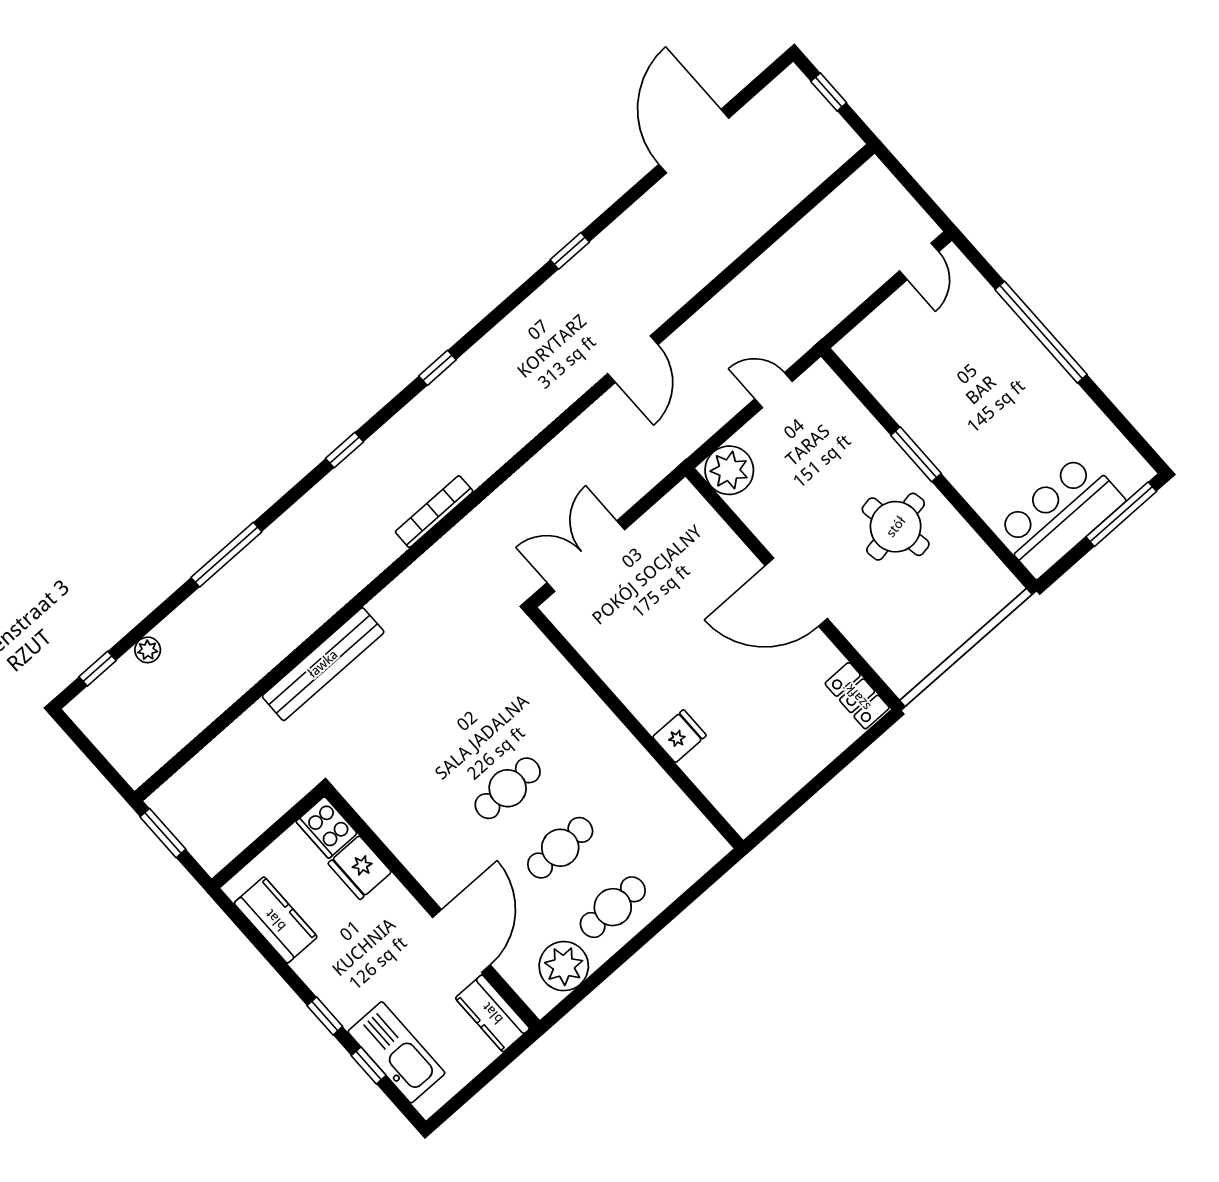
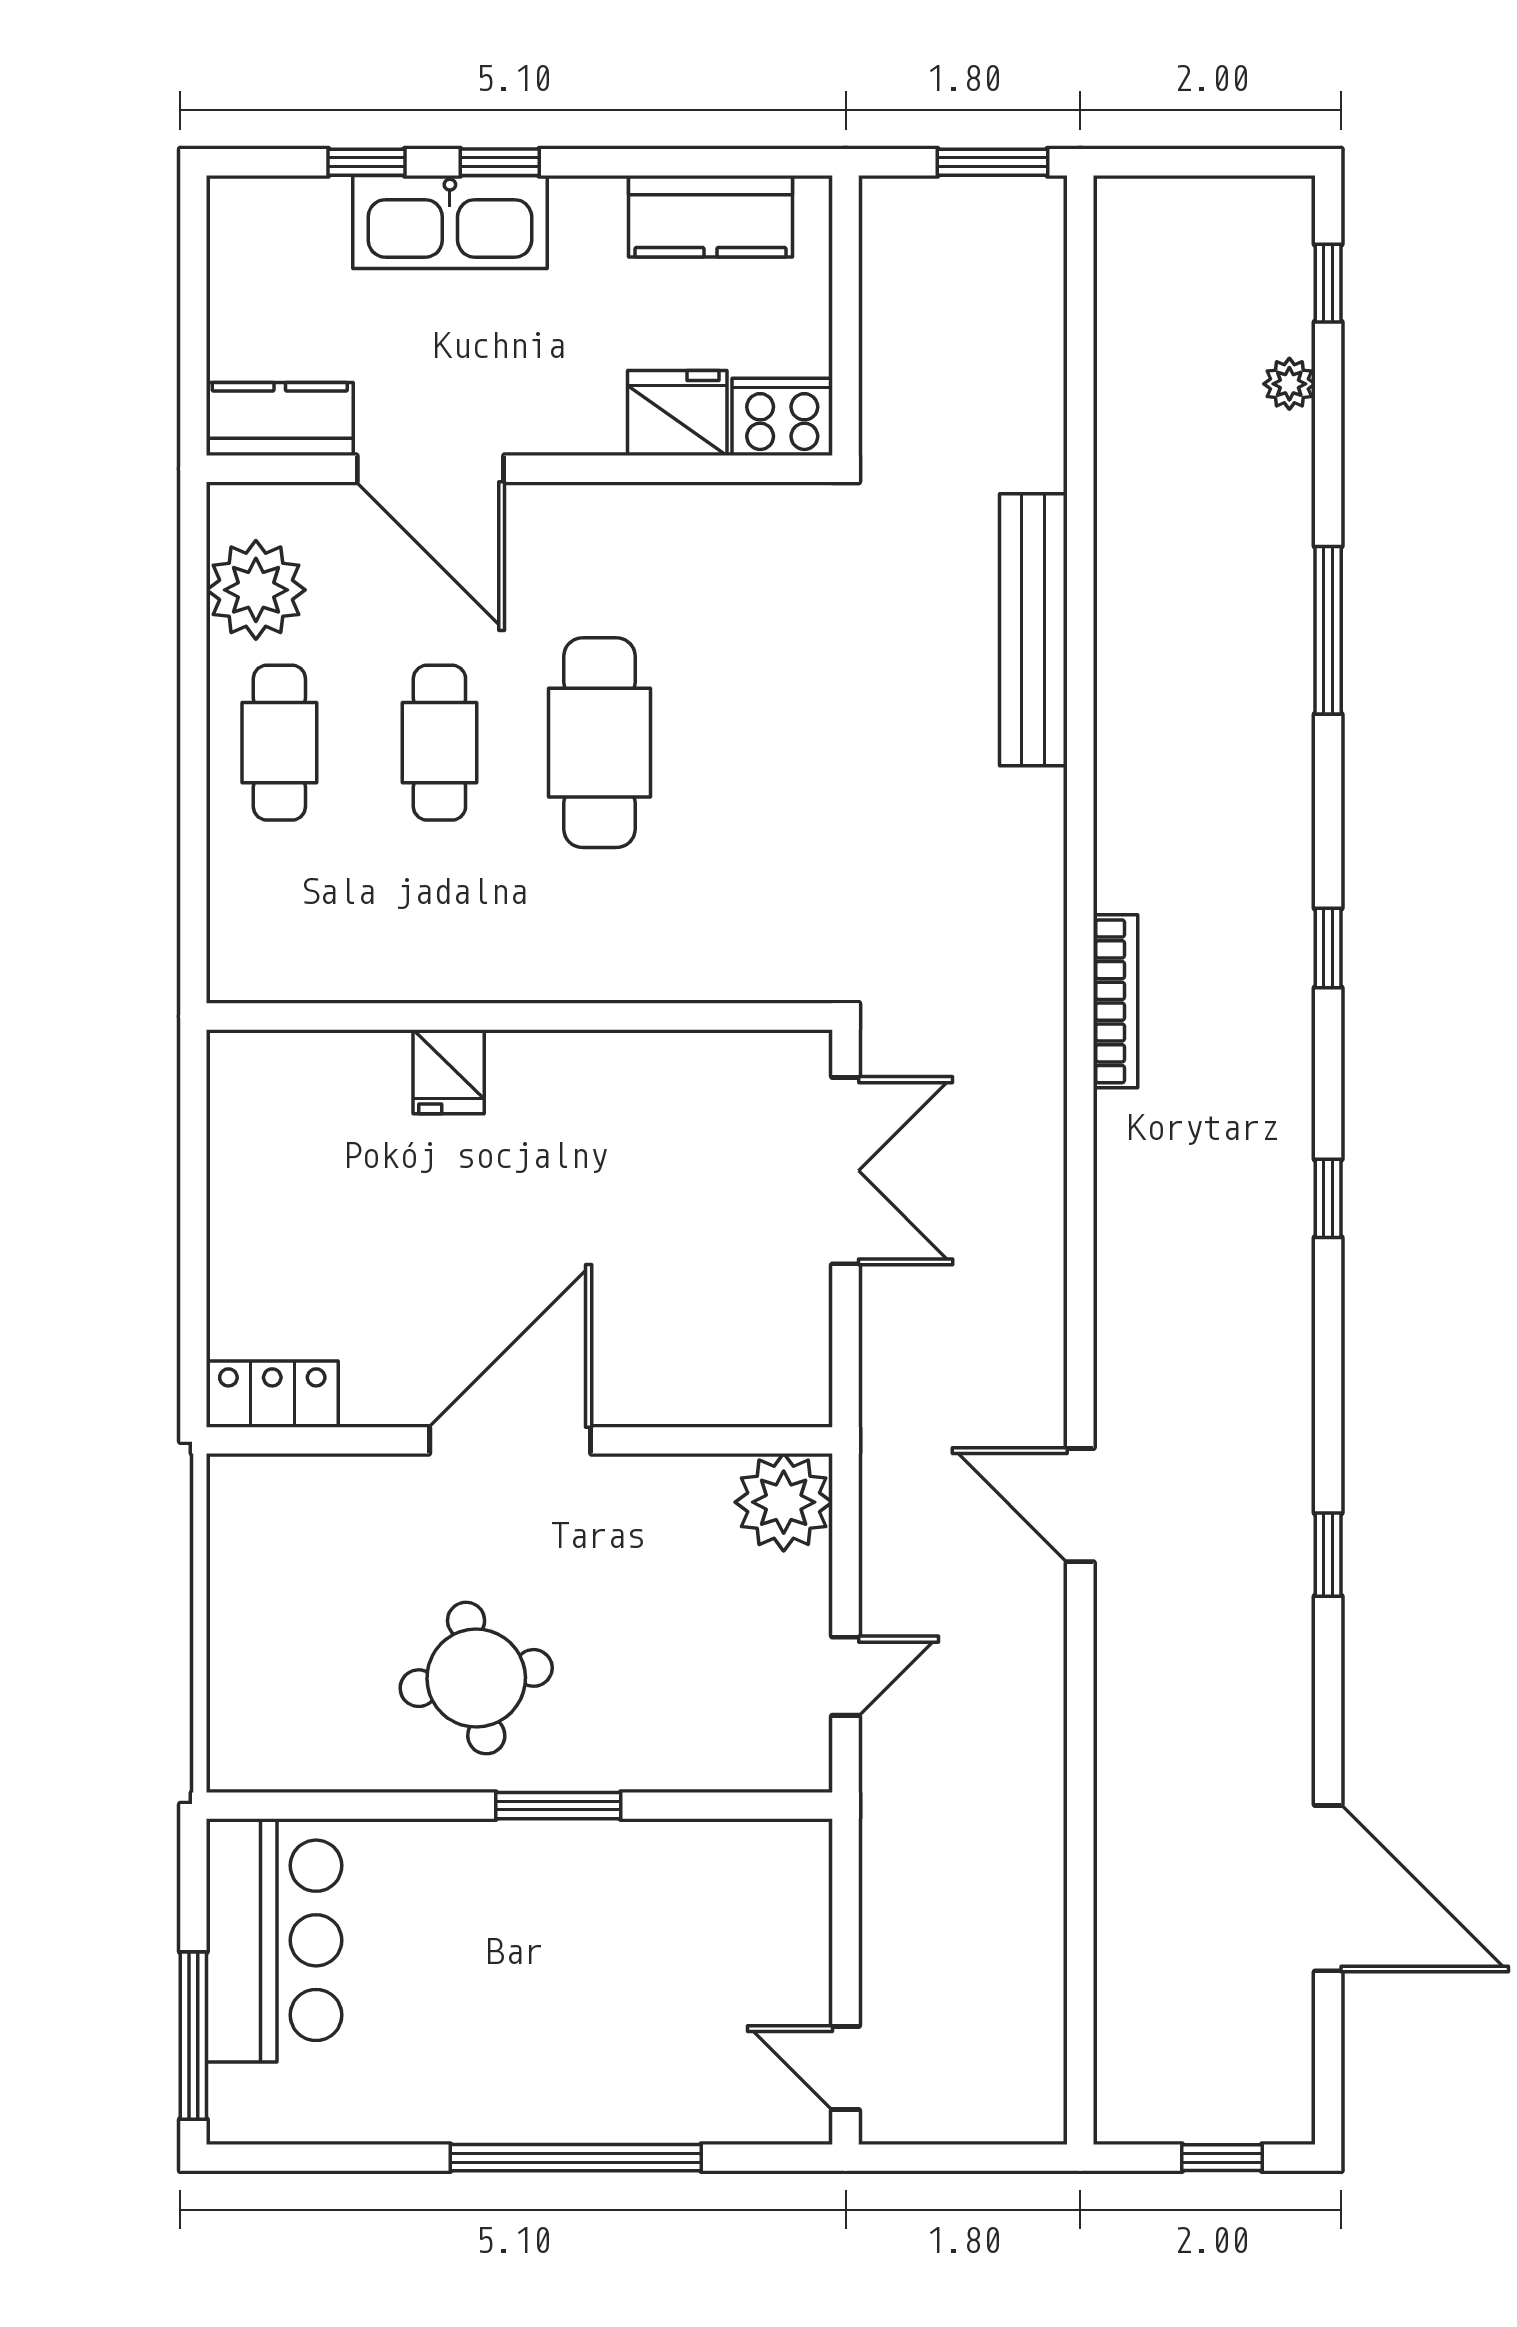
cafe table: (508, 788) -> (599, 743), width x1.37, depth x1.35
kitchen sink: (396, 1052) -> (450, 222), moved

